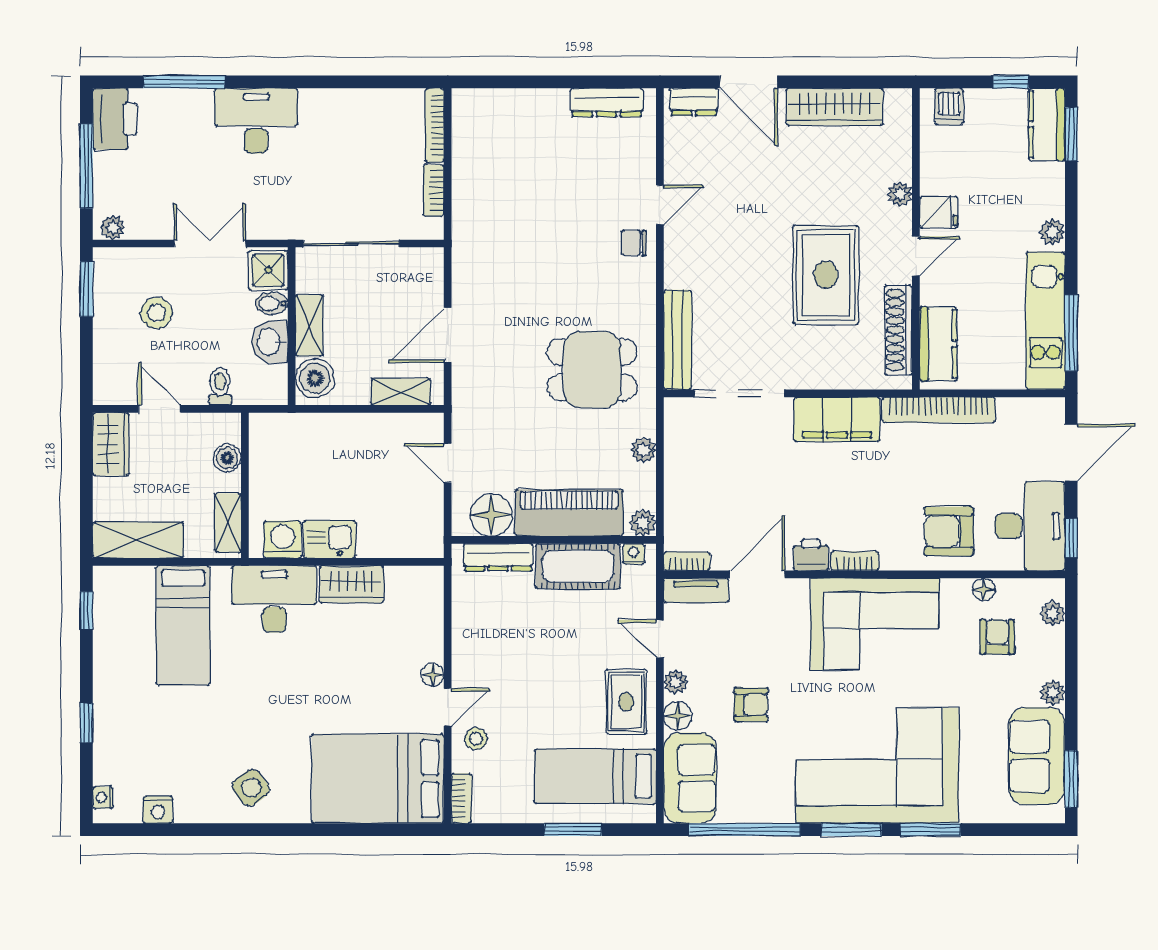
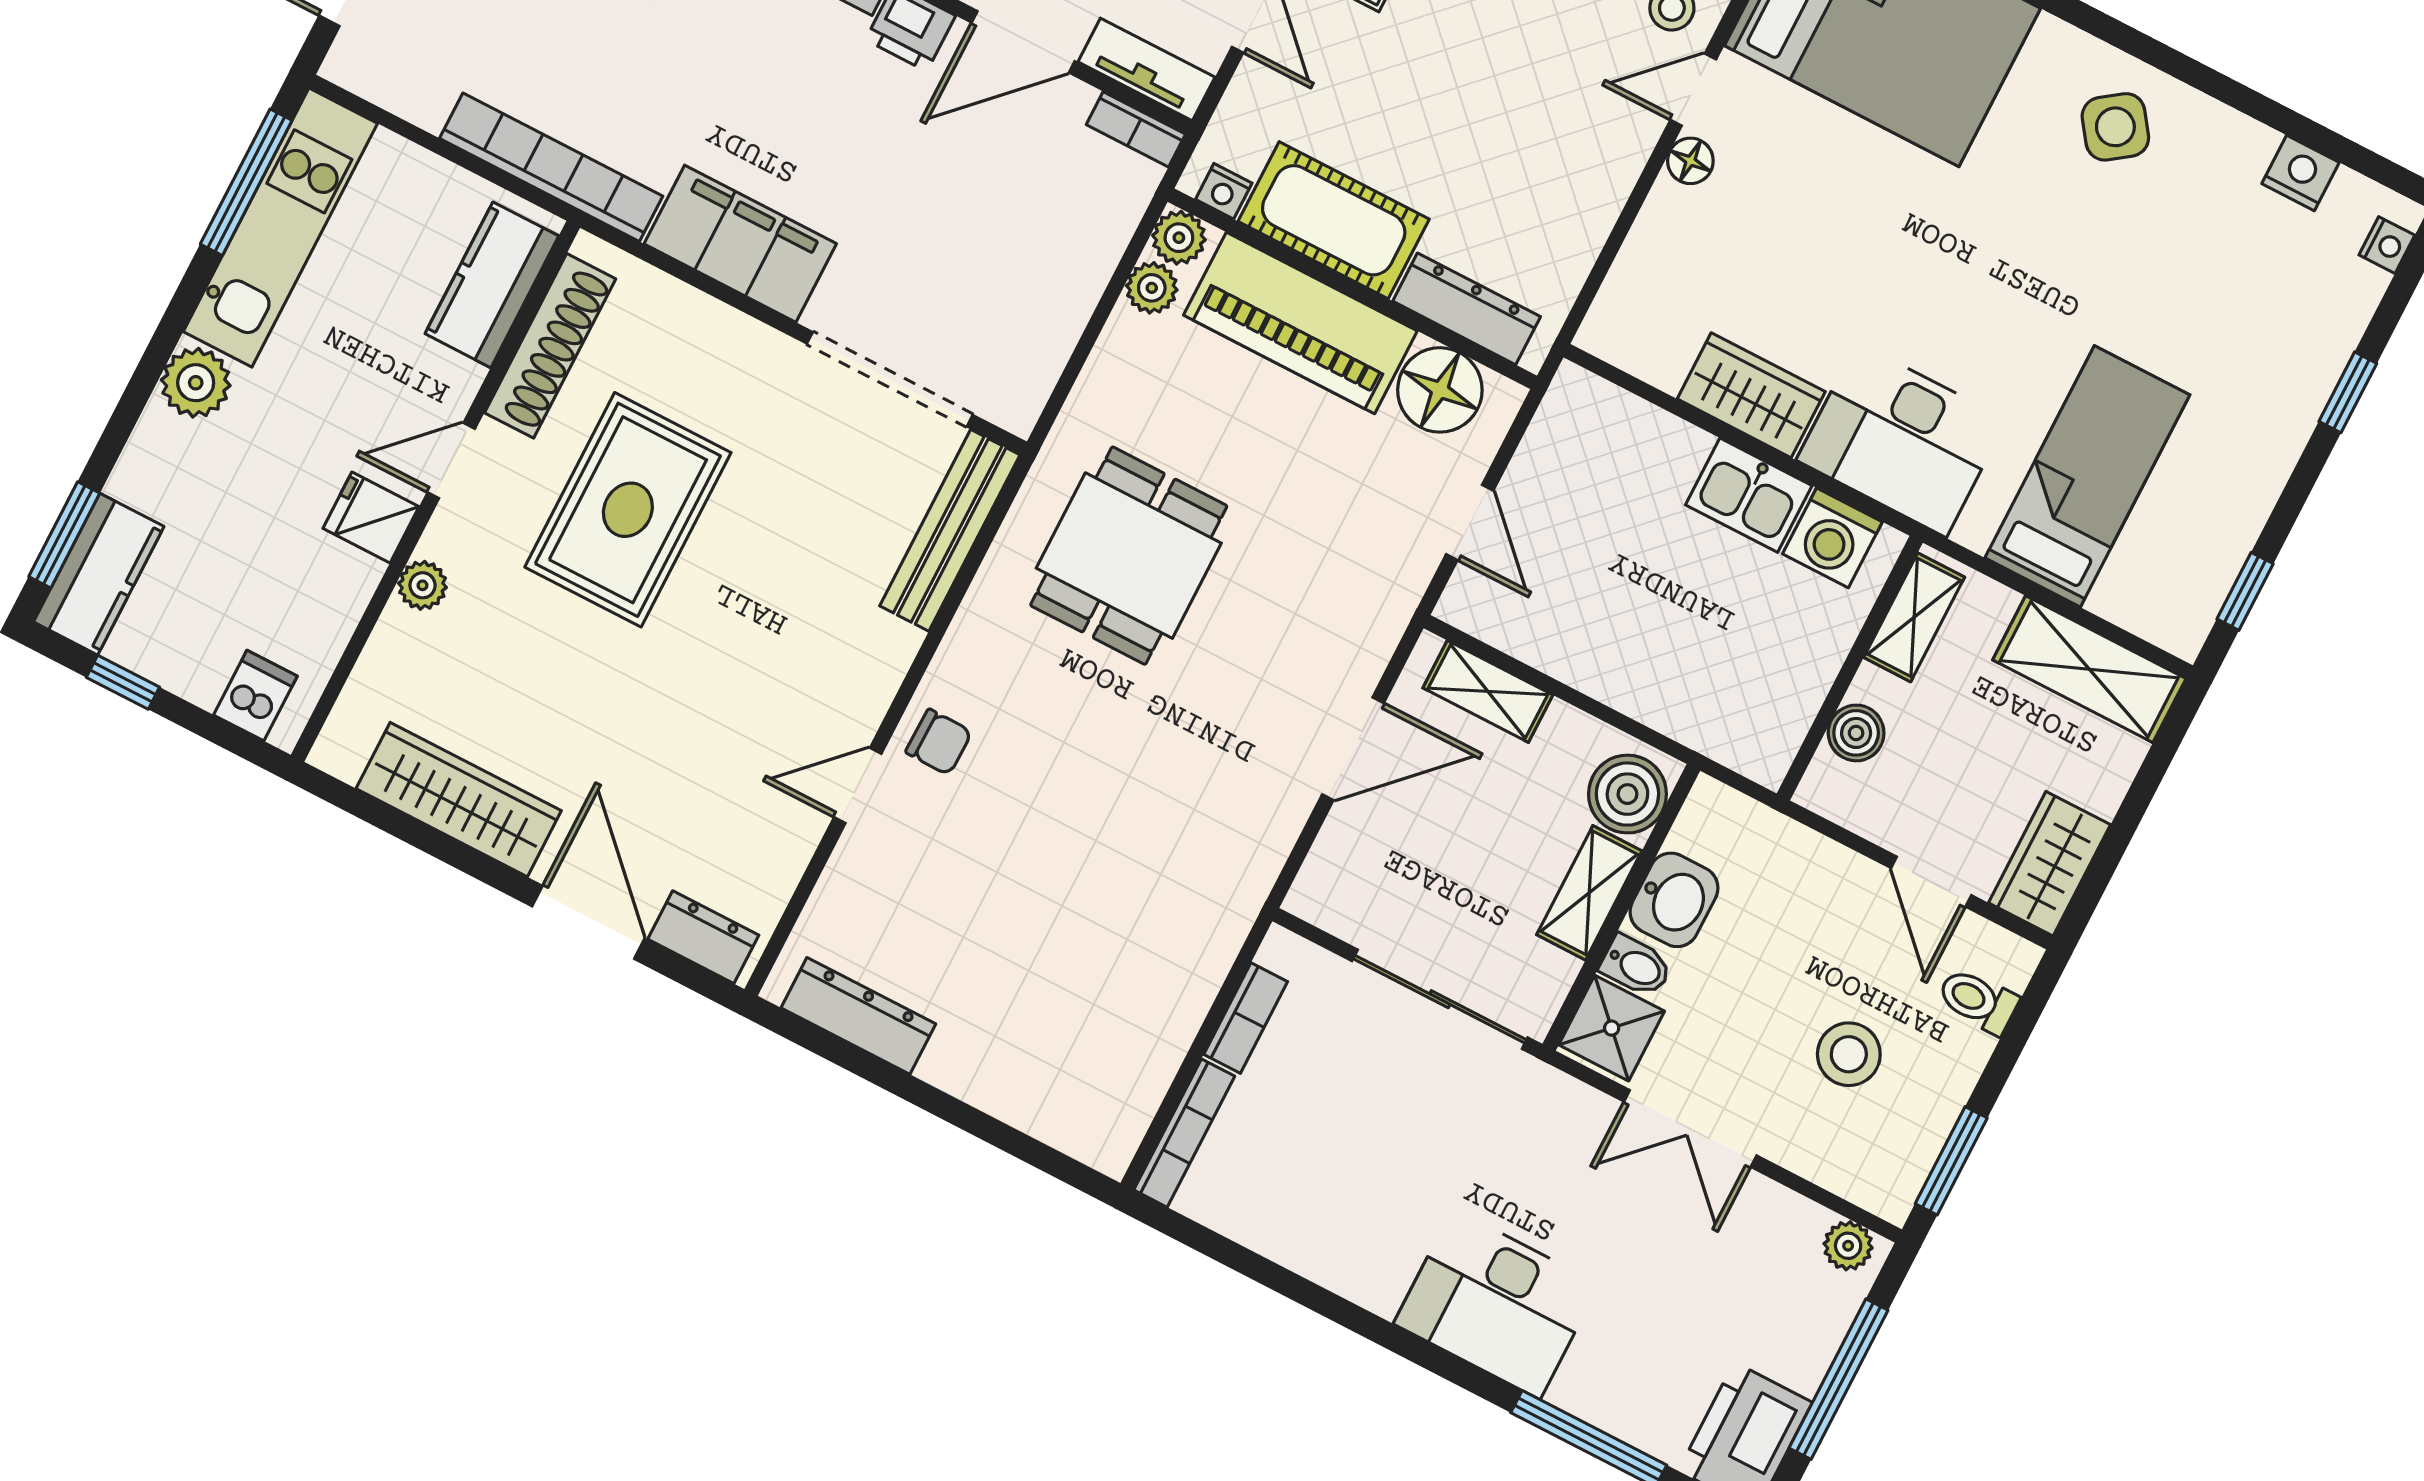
plant: (1052, 232) -> (196, 383), width x1.38, depth x1.38
dining table: (592, 370) -> (1129, 556), turned 90
toilet: (220, 386) -> (1978, 1001), moved, turned 90
plant: (643, 450) -> (1152, 288), moved

